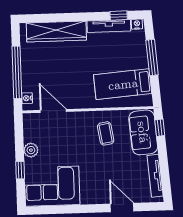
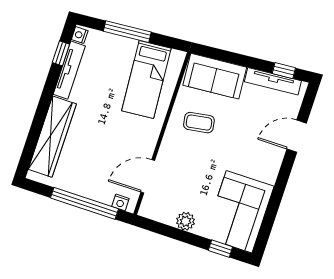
window: (160, 128) -> (284, 71), moved
window: (20, 170) -> (220, 249), moved

